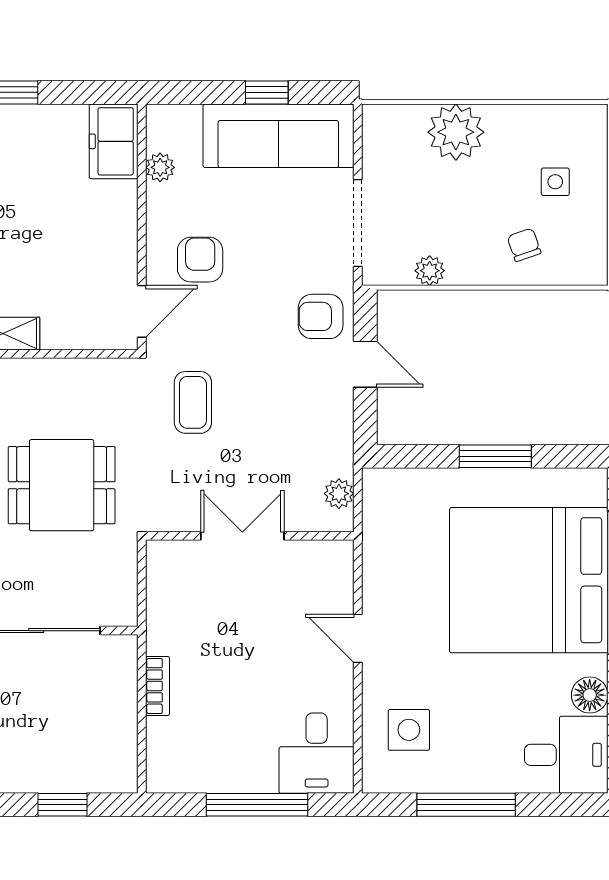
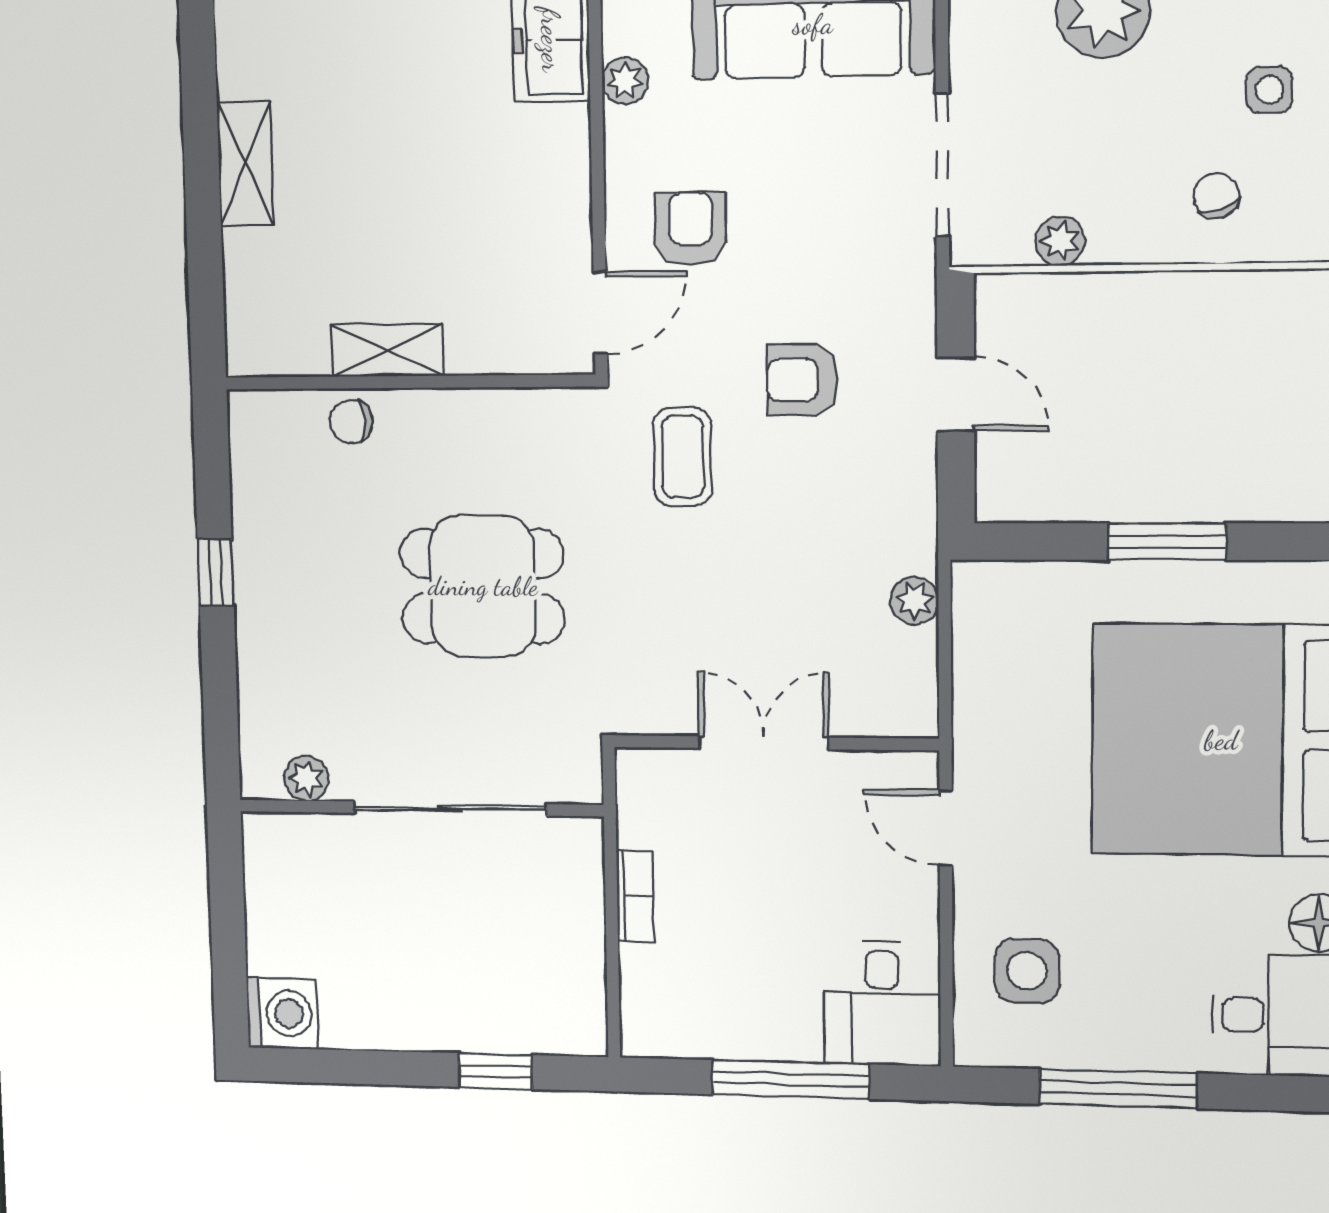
armchair: (321, 316) -> (802, 380), moved
double door: (242, 536) -> (764, 743), moved
wall: (250, 536) -> (775, 743), moved

